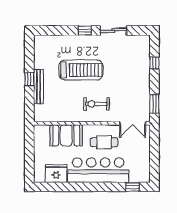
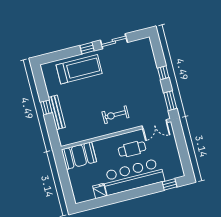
window: (154, 63) -> (163, 73), moved
treadmill: (81, 70) -> (79, 69), moved
booth: (66, 135) -> (79, 156), moved
fridge: (56, 174) -> (100, 191), width x0.53, depth x0.75

